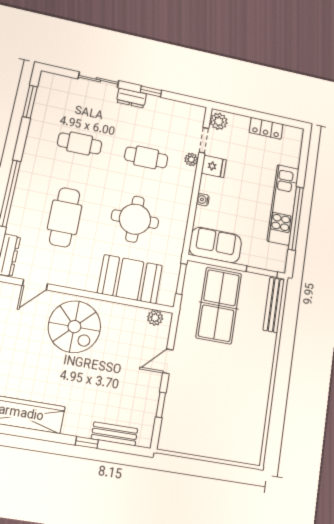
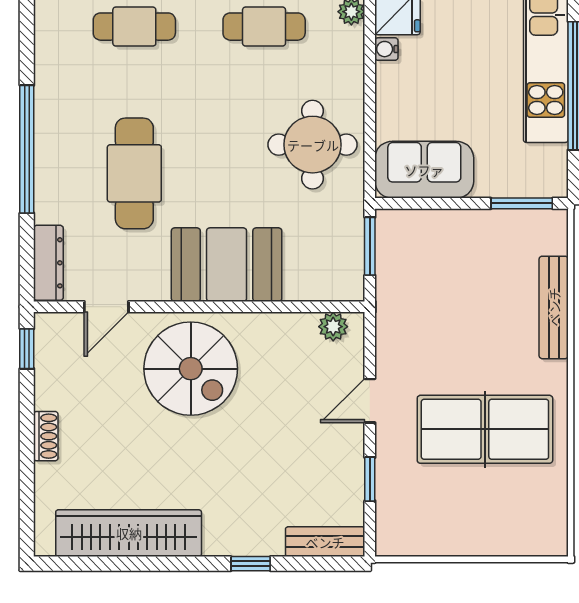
water cooler: (203, 200) -> (386, 49), moved
round table: (135, 219) -> (313, 145), moved
booth: (130, 279) -> (227, 265), moved
table tennis table: (219, 305) -> (485, 429), moved, turned 90
bench: (274, 305) -> (554, 307), moved
bench: (114, 434) -> (325, 542), moved

